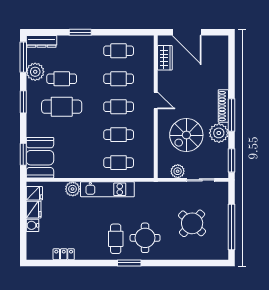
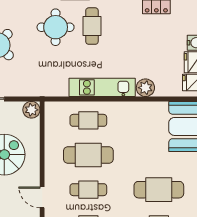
cafe table: (119, 135) -> (88, 155), width x1.37, depth x1.35
plant: (178, 171) -> (31, 110), moved

